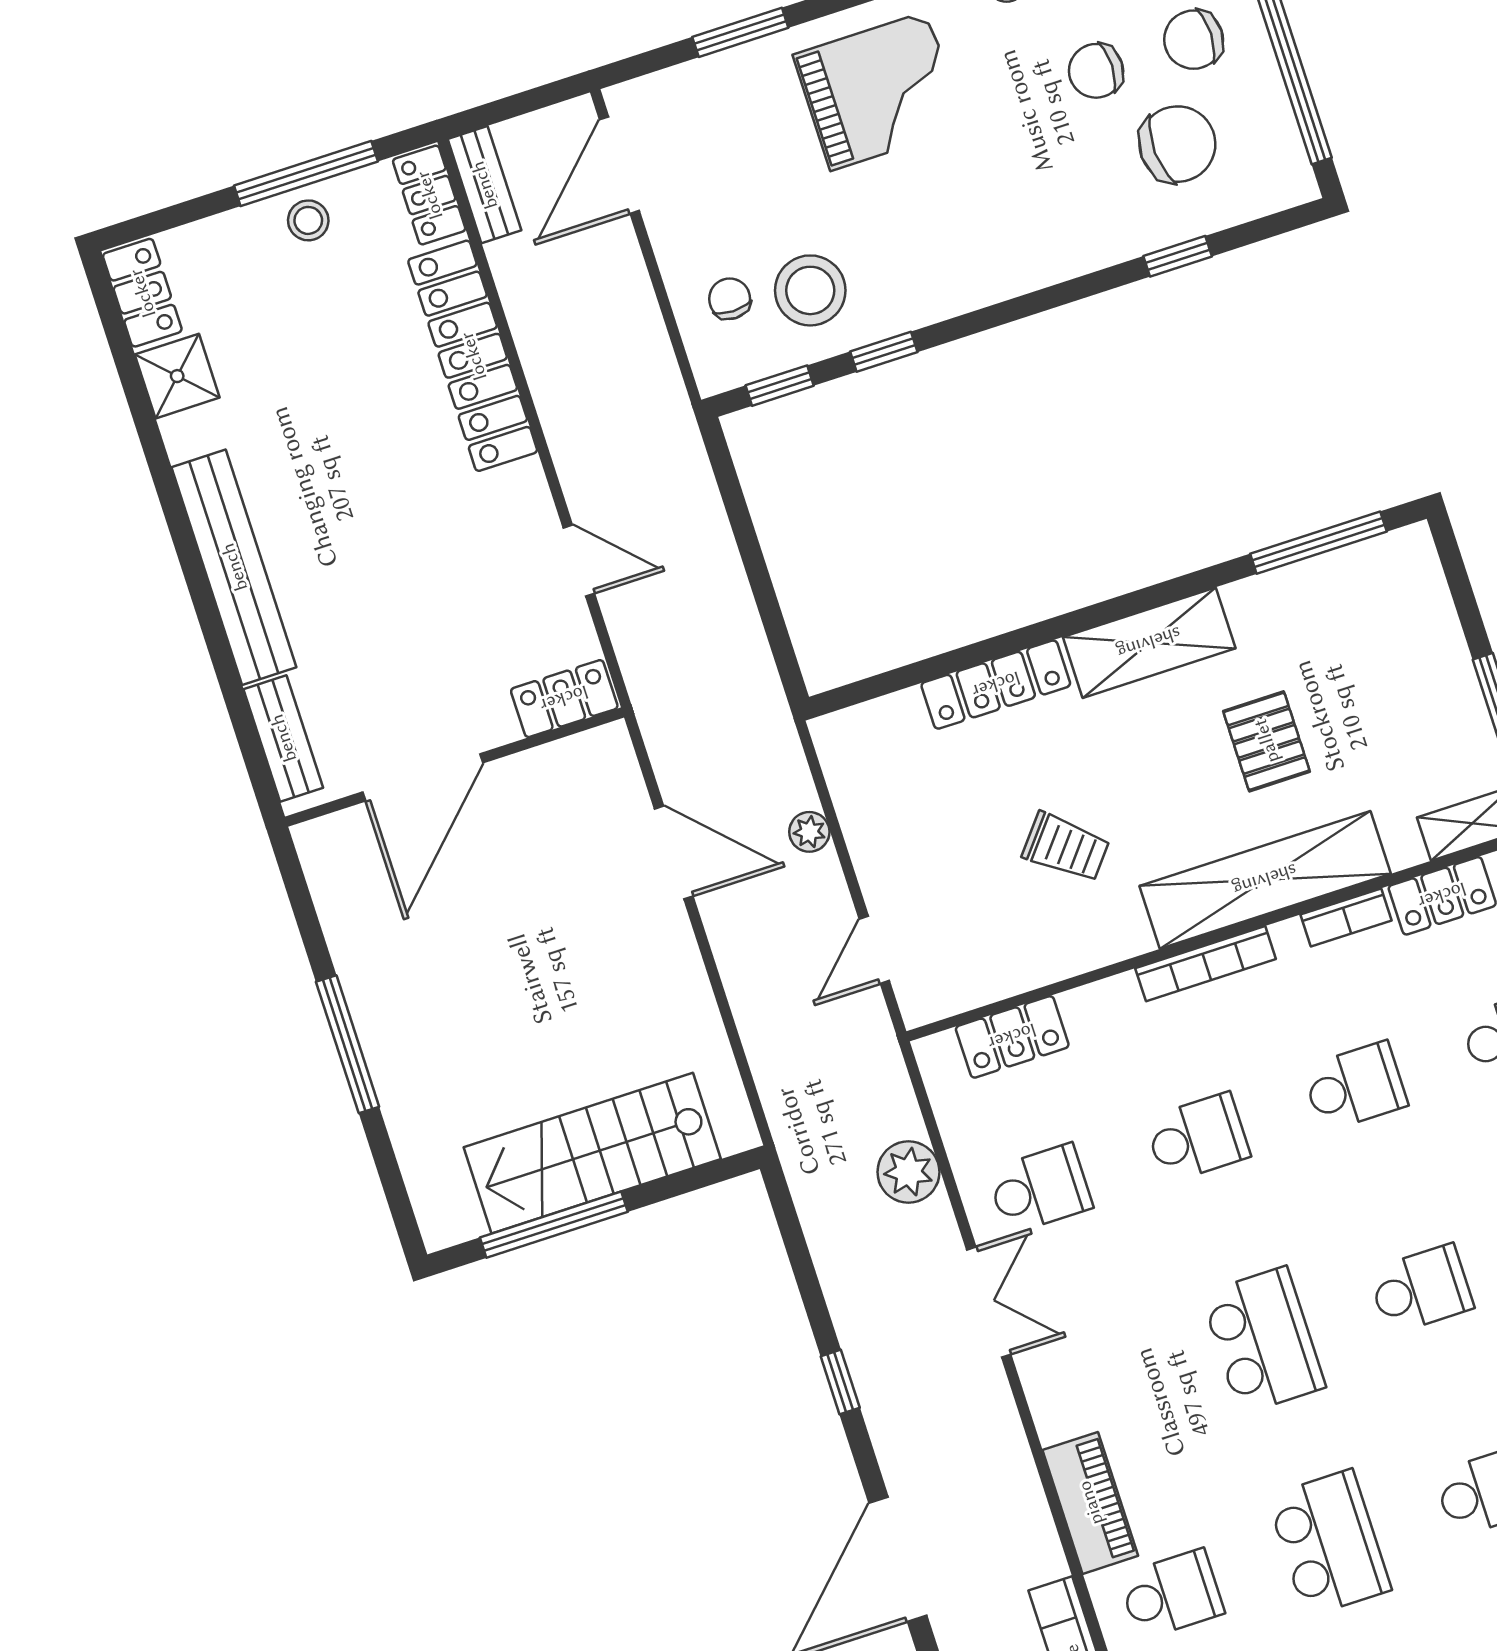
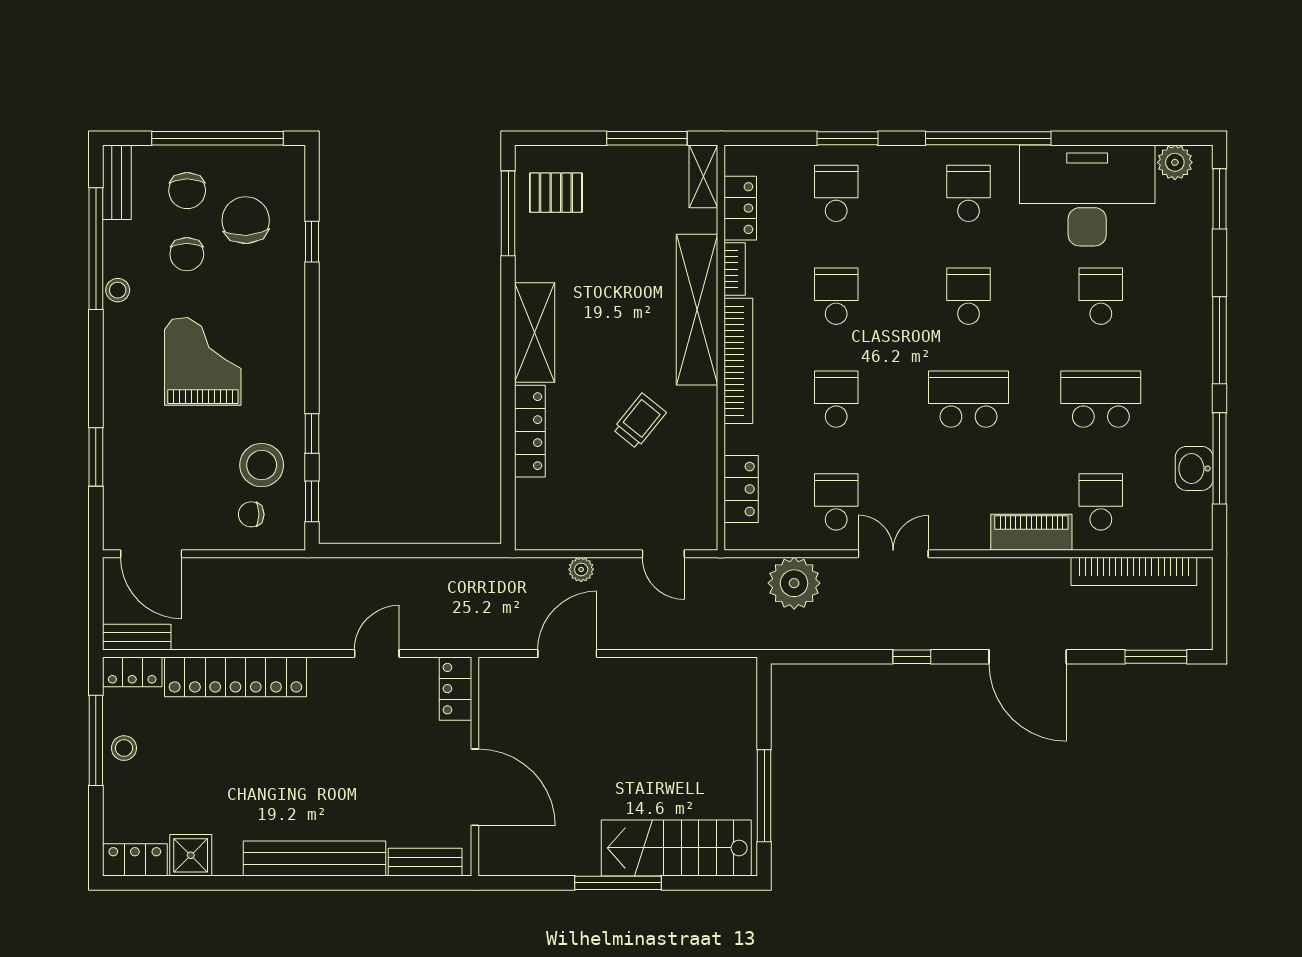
grand piano: (879, 91) -> (203, 361), moved
pallet: (1266, 741) -> (556, 193), moved
bookcase: (1206, 964) -> (738, 361), width x1.48, depth x1.31
stairs: (592, 1153) -> (676, 848), moved, turned 90
plant: (908, 1172) -> (794, 583), width x1.36, depth x1.36

